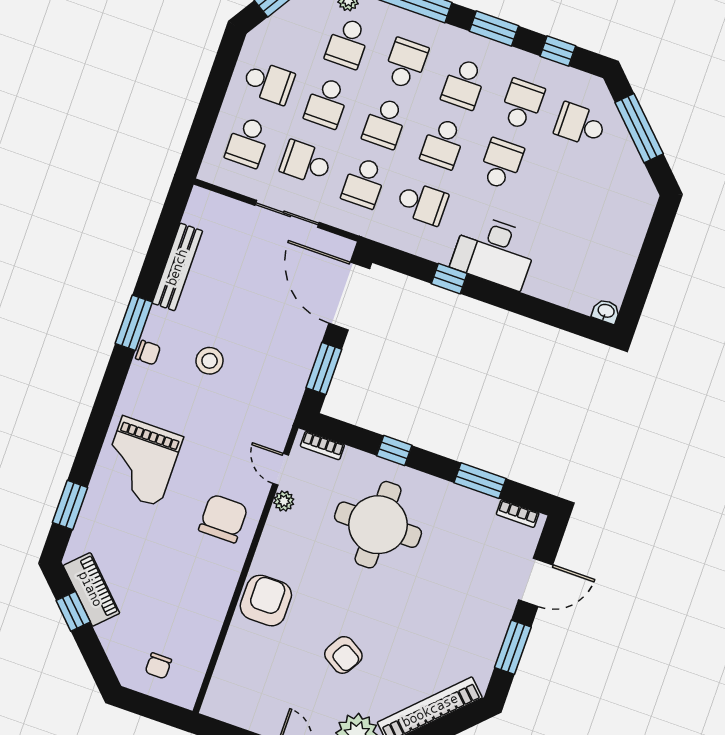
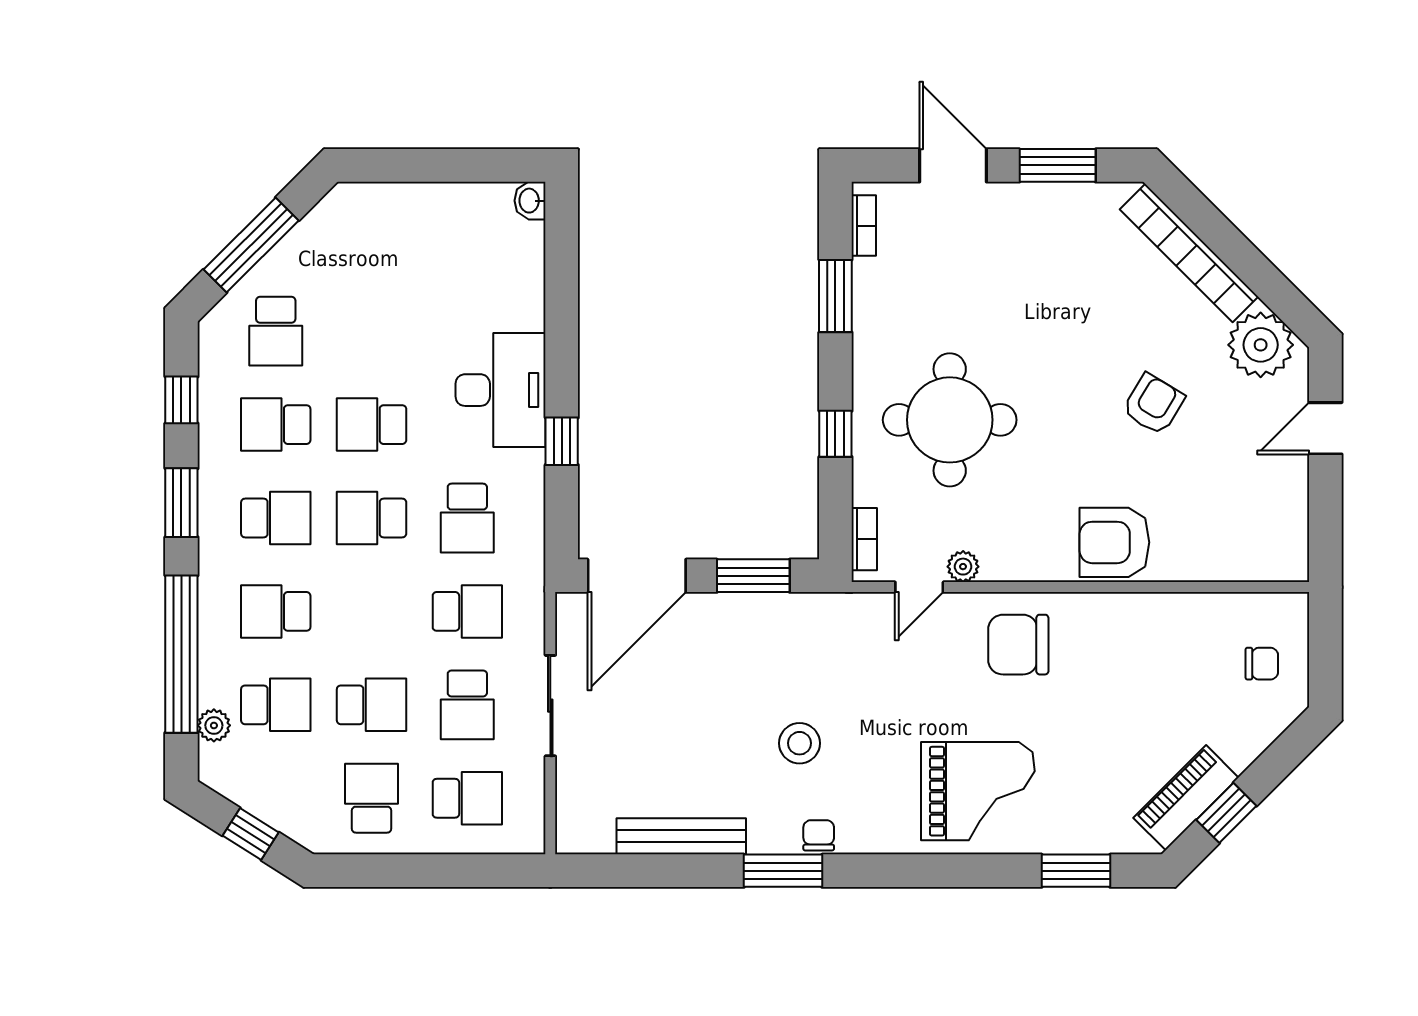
school desk: (385, 123) -> (372, 611), removed
school desk: (443, 144) -> (372, 518), turned 180
school desk: (422, 203) -> (467, 518), turned 180

